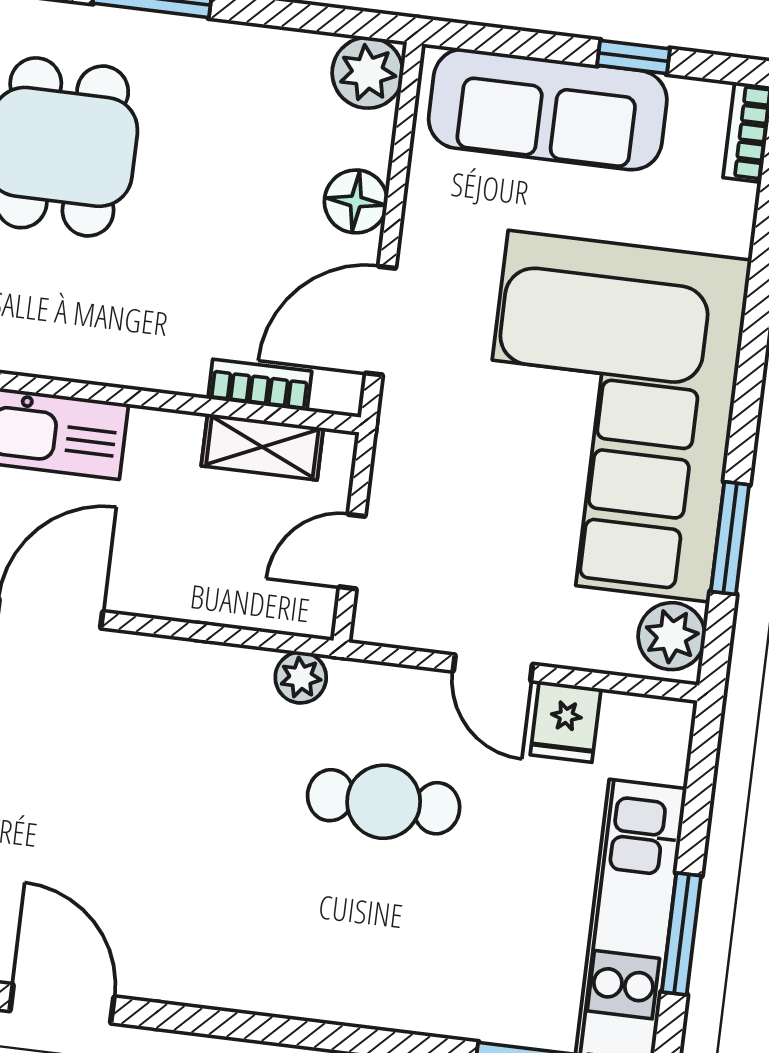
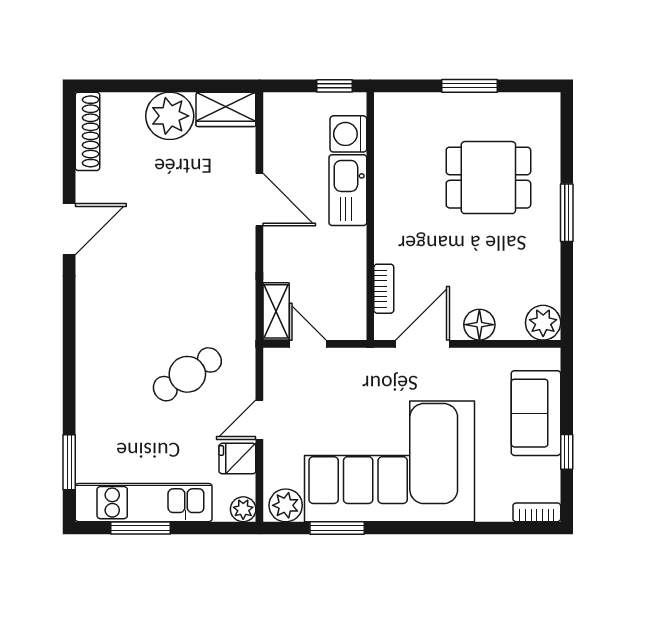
sofa: (548, 109) -> (536, 413), width x0.73
door: (380, 321) -> (423, 344), hinge flipped
shelving: (262, 447) -> (276, 311), moved
plant: (301, 677) -> (243, 509), moved
cafe table: (384, 802) -> (187, 374), turned 57

